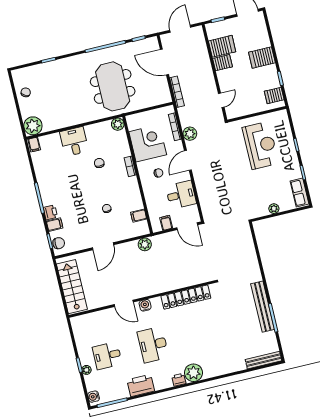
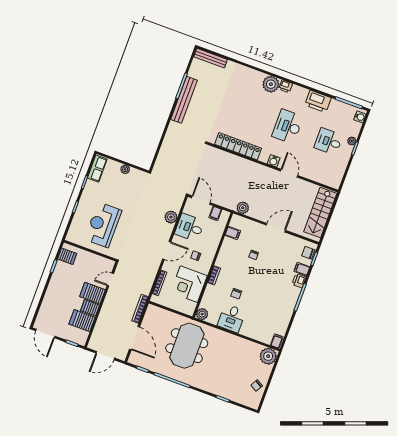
server rack: (262, 58) -> (92, 293), moved, turned 180
plant: (190, 134) -> (171, 217), moved
desk: (74, 142) -> (231, 318), moved
desk: (153, 345) -> (288, 126), turned 180
desk: (107, 356) -> (328, 142), turned 180

